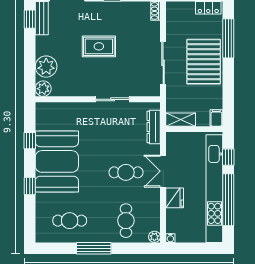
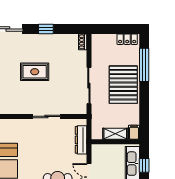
shelving: (181, 120) -> (115, 134), moved

